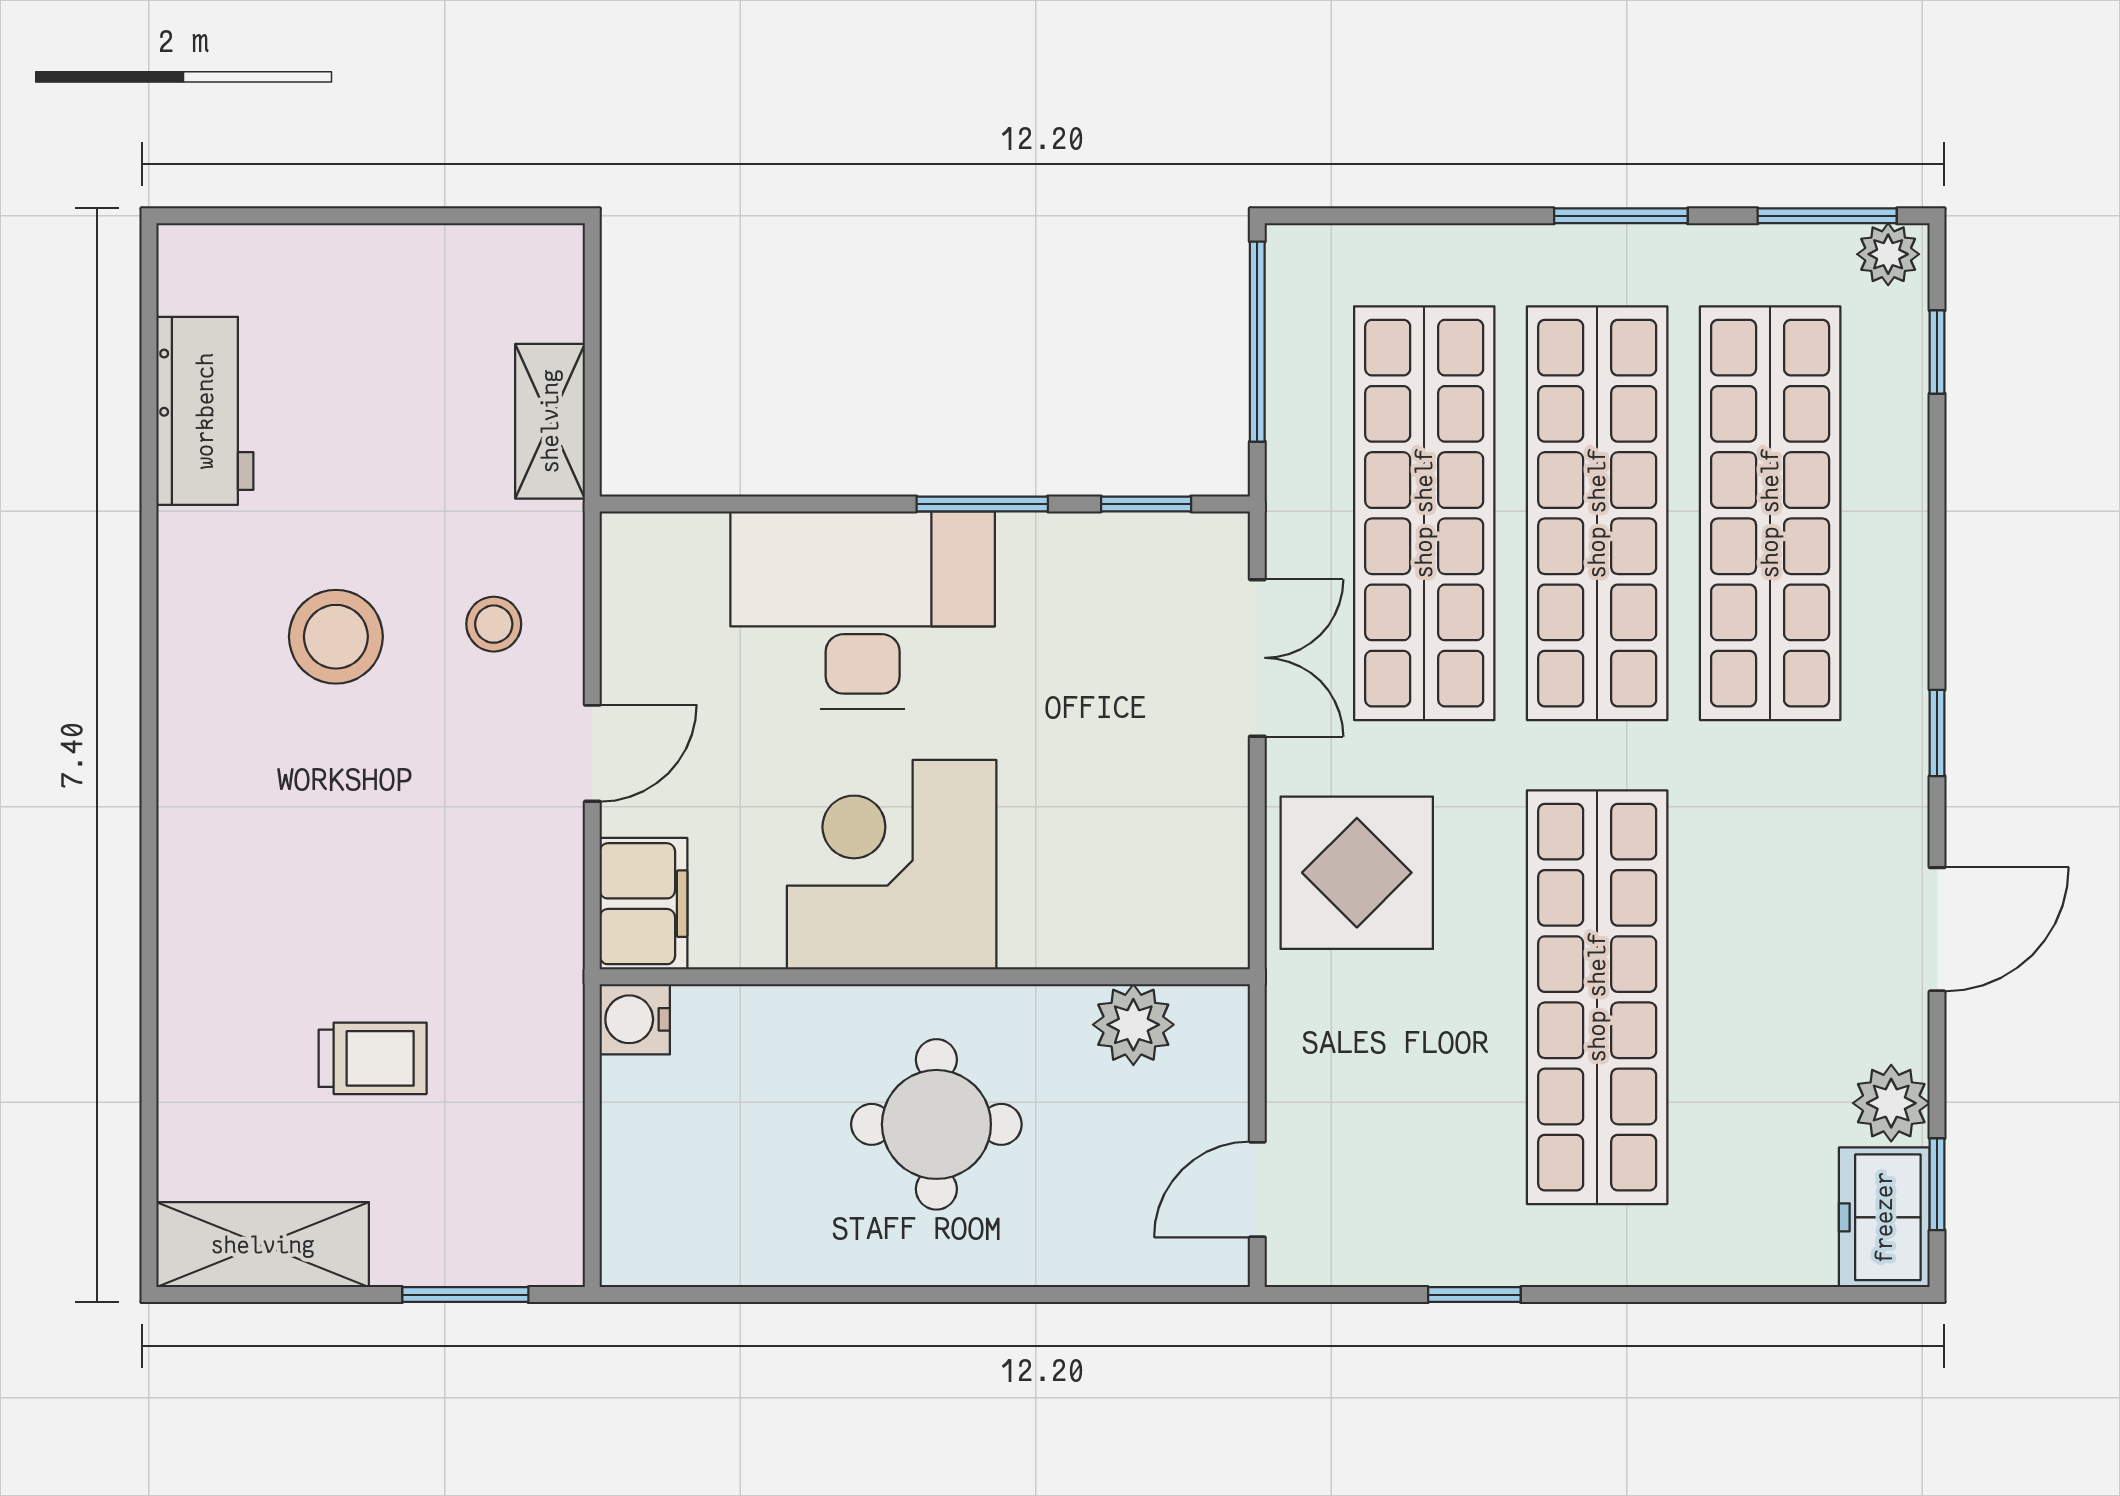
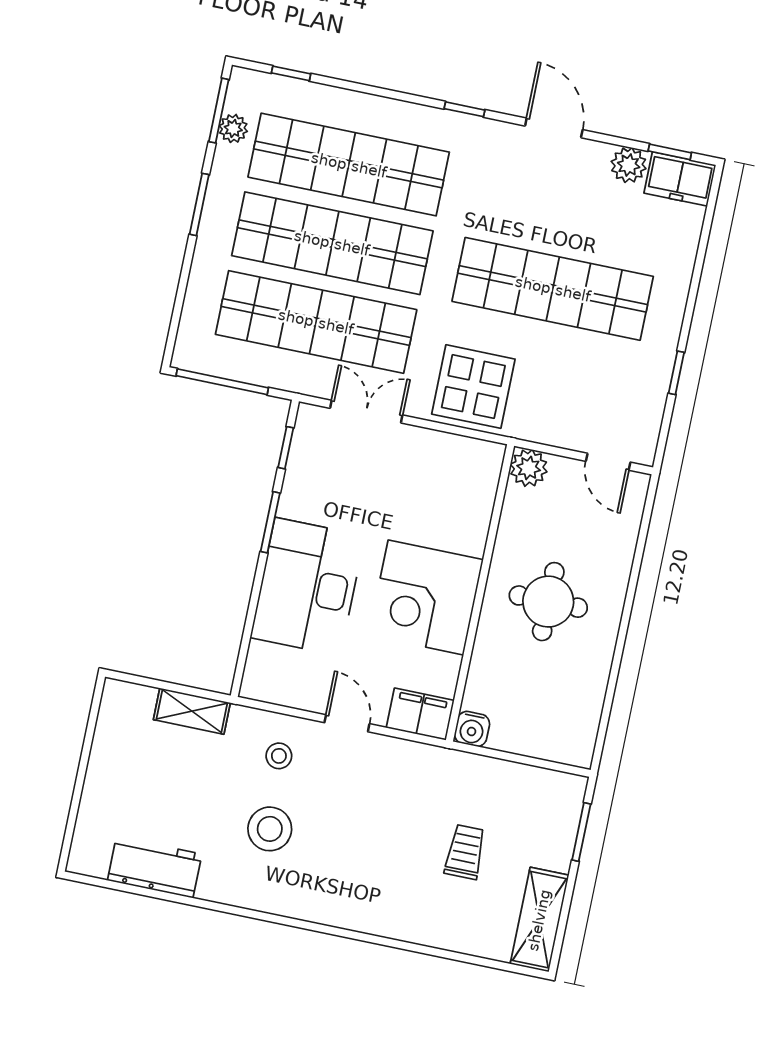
plant: (1888, 254) -> (233, 128), moved
plant: (1133, 1025) -> (529, 468), moved

